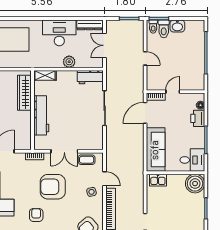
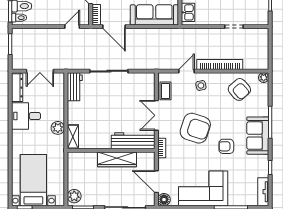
desk: (59, 33) -> (26, 116), width x0.73
door: (145, 58) -> (72, 27), moved
plant: (69, 62) -> (58, 128), moved
wardrobe: (24, 93) -> (117, 159), moved
workbench: (41, 115) -> (133, 141), moved
double door: (64, 151) -> (156, 115), swing flipped
armchair: (53, 187) -> (195, 128), turned -72

